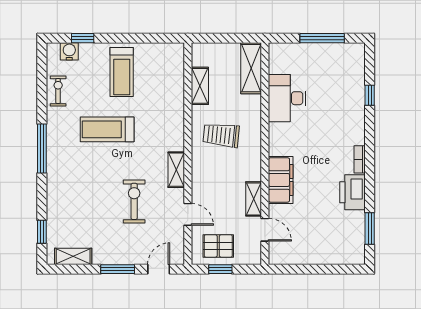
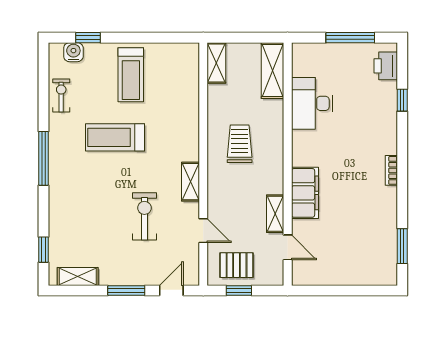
shelving: (200, 86) -> (216, 63), moved
trolley: (221, 135) -> (240, 144), turned 84
printer: (353, 192) -> (386, 66), moved, width x0.73, depth x0.84

